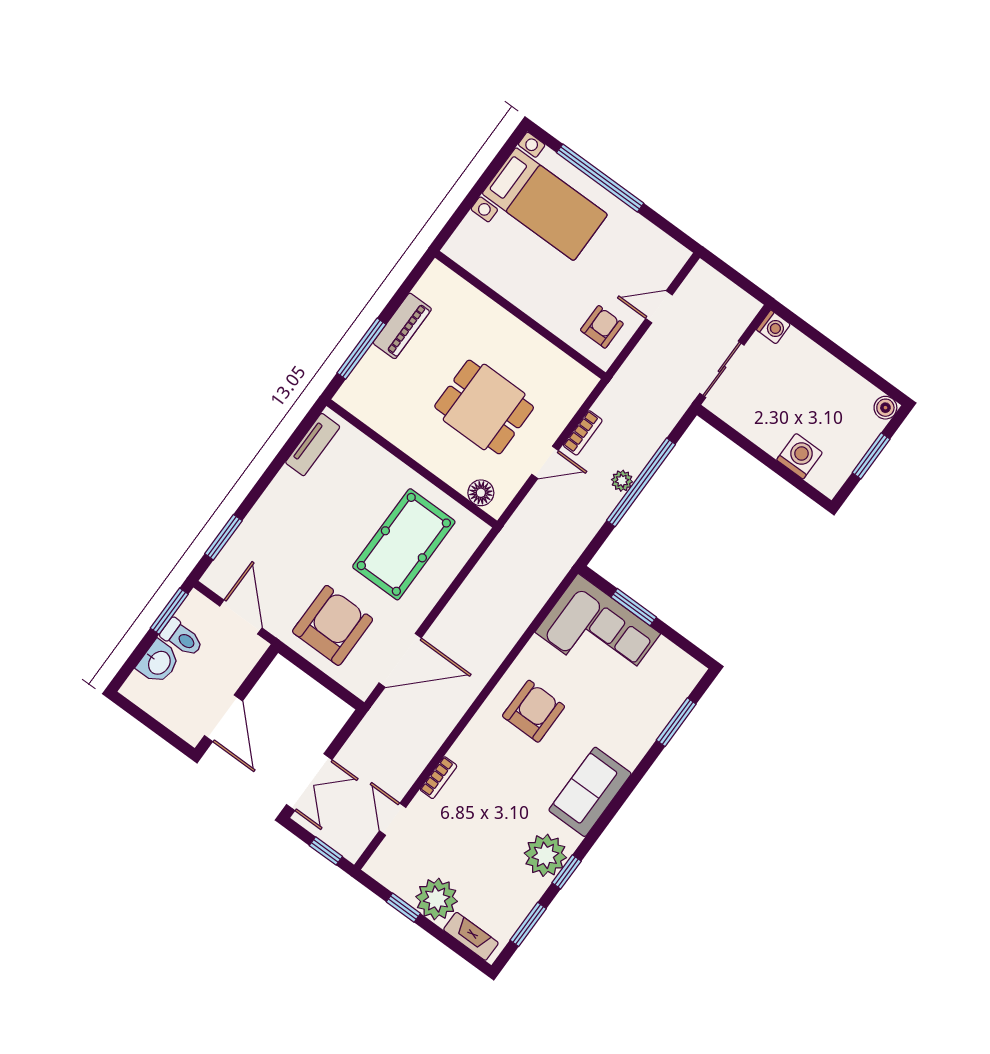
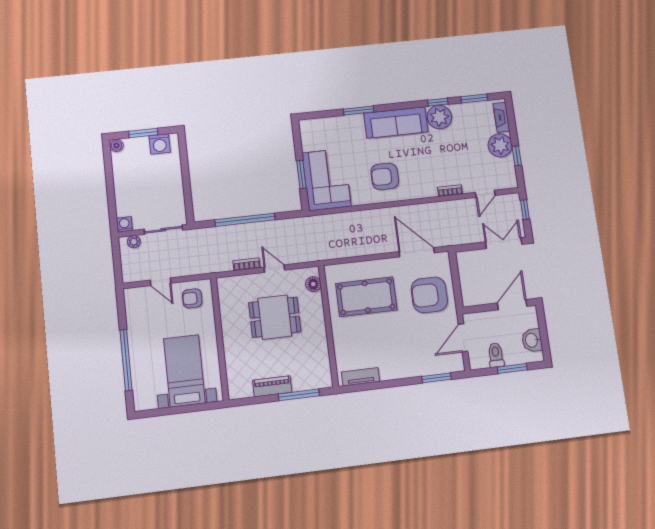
bed with nightstands: (545, 204) -> (184, 371), moved
dining table: (484, 407) -> (275, 317), turned 90
washing machine: (800, 456) -> (160, 144), moved, turned -90
plant: (622, 481) -> (134, 242), moved
window: (169, 611) -> (512, 368), moved
washbasin: (159, 662) -> (532, 340), moved, turned -90
window: (676, 722) -> (359, 110), moved
sofa: (590, 792) -> (396, 123), width x1.36

